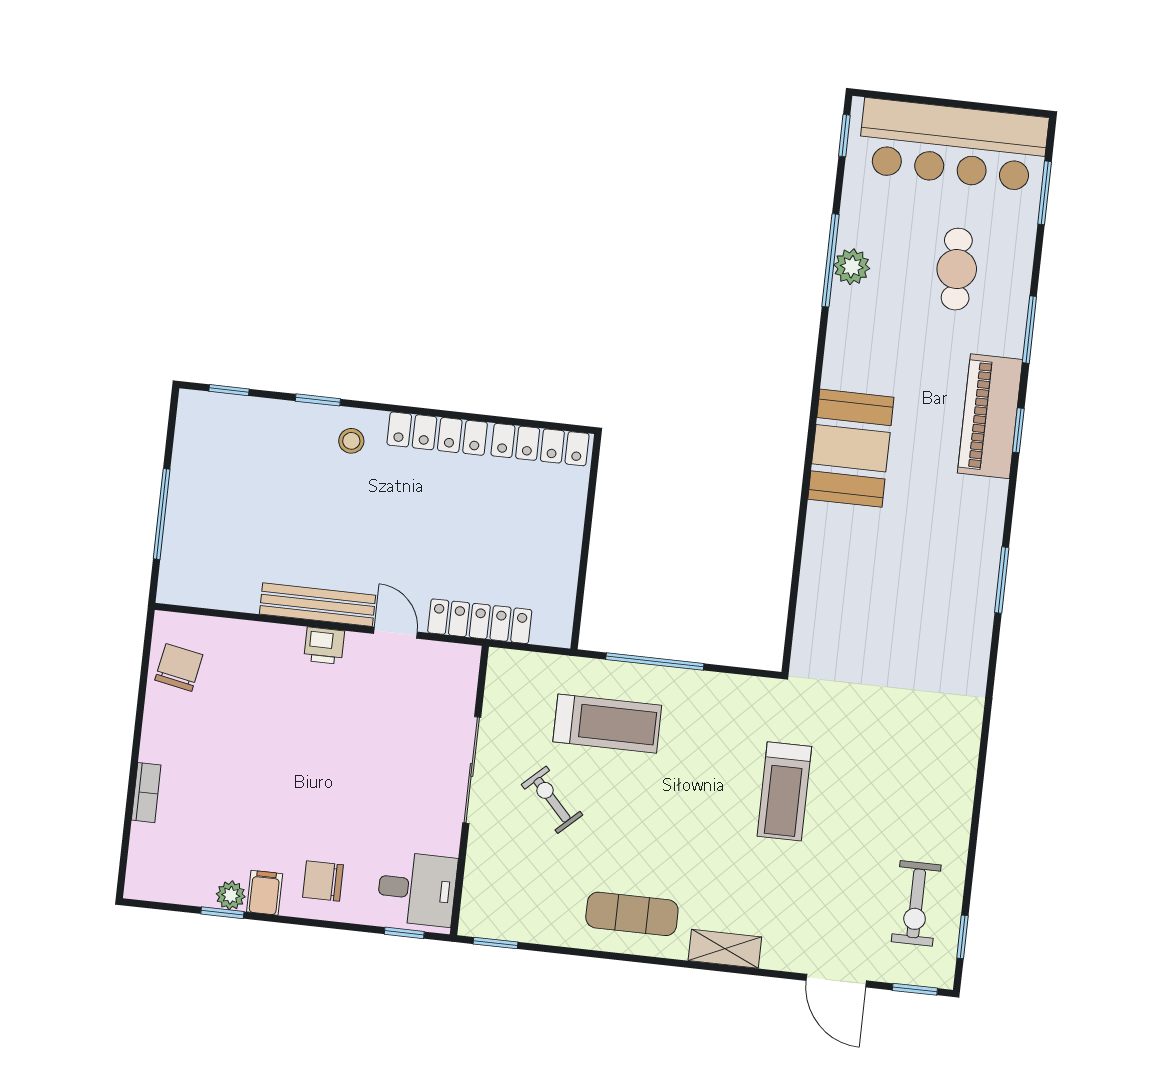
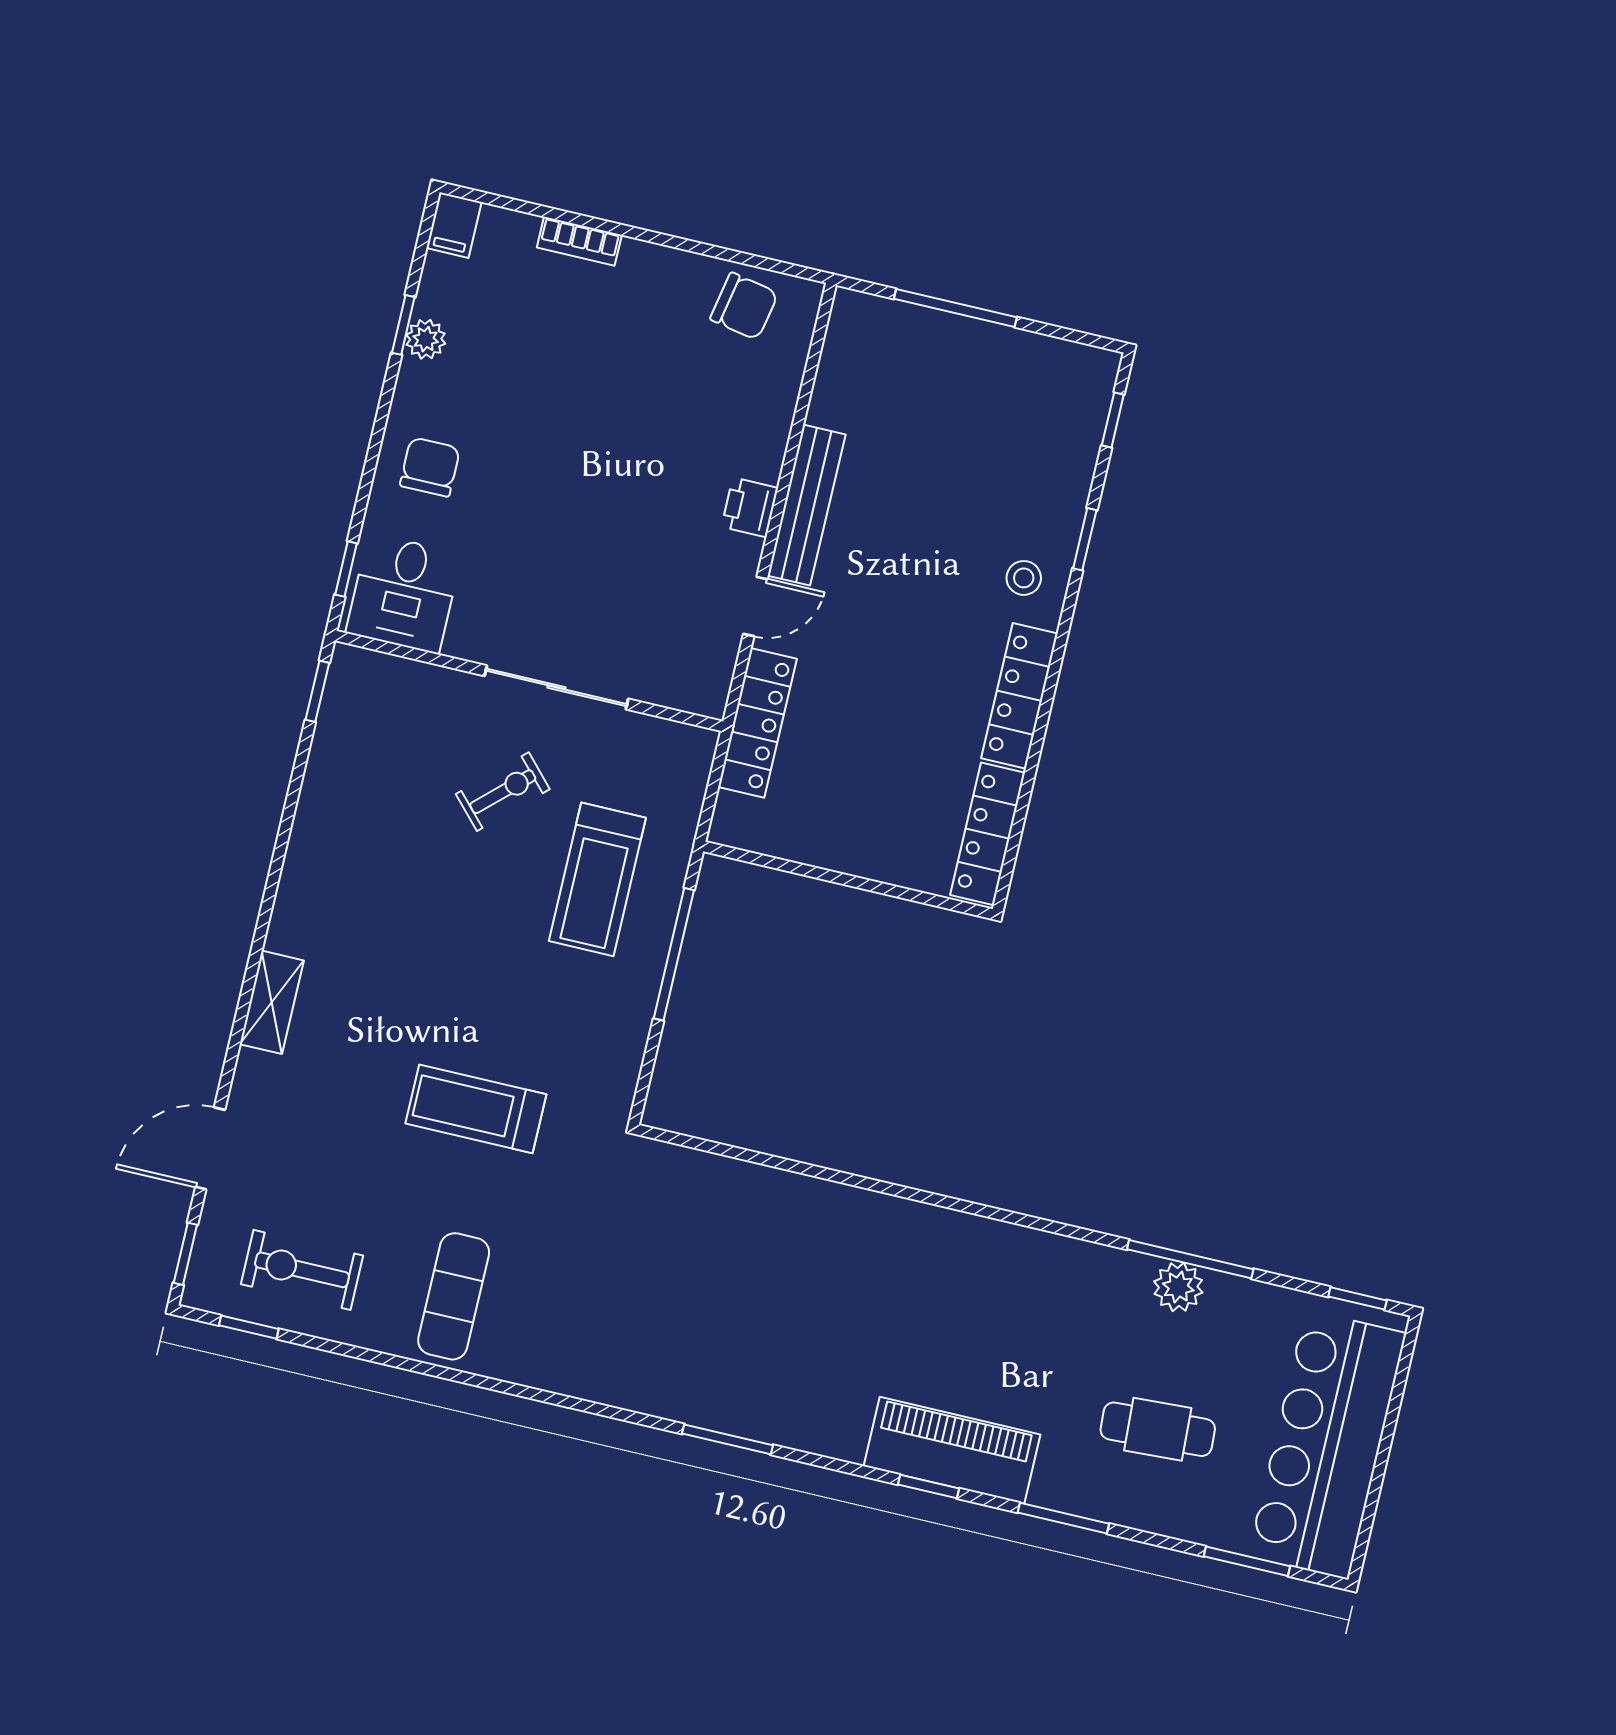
booth: (851, 448) -> (932, 1256), removed
filing cabinet: (265, 893) -> (454, 225), moved, turned 90
exercise mat: (632, 914) -> (454, 1296), moved

